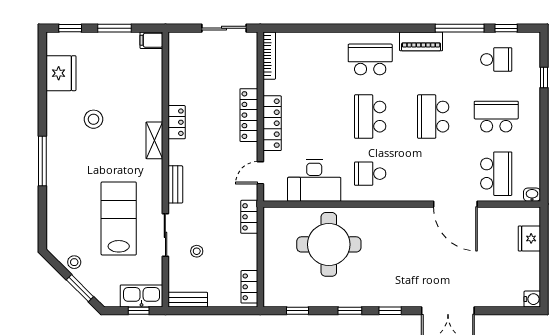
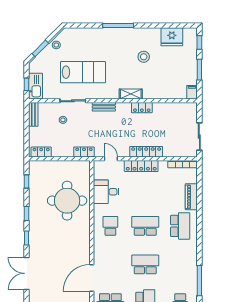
piano: (421, 41) -> (191, 197), moved
desk: (314, 181) -> (106, 192), width x0.73

